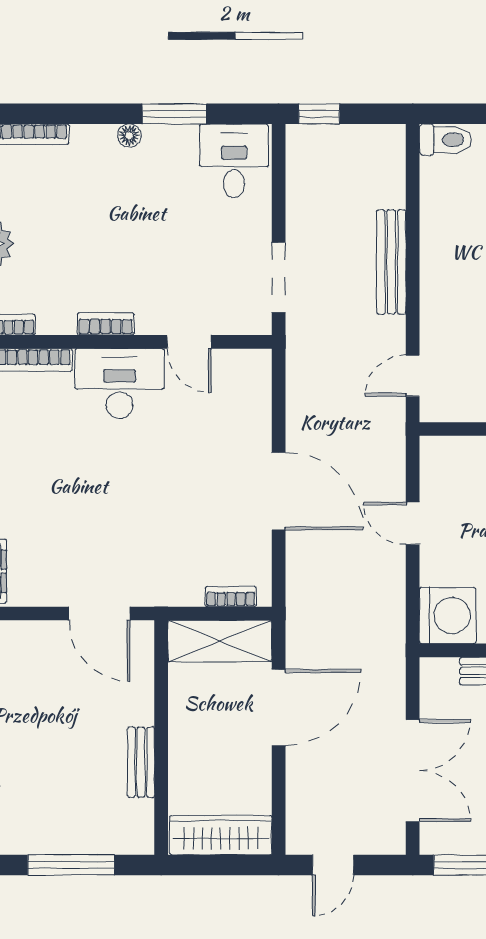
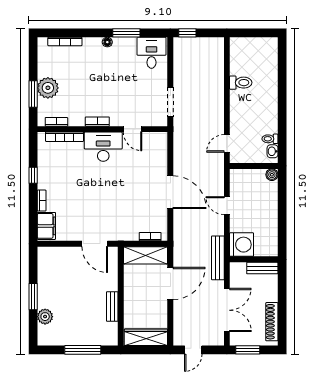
toilet: (446, 140) -> (241, 83), moved
bench: (391, 262) -> (218, 258), moved

